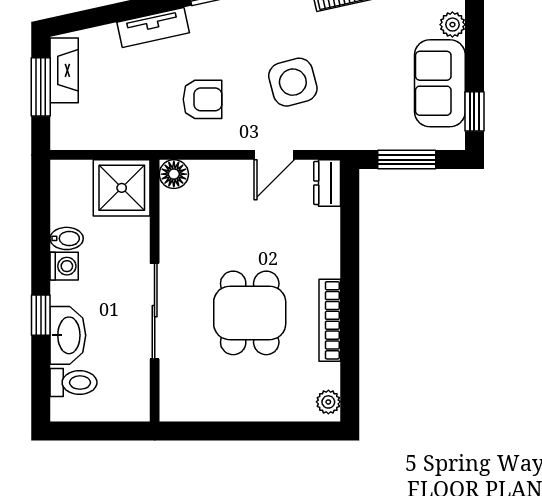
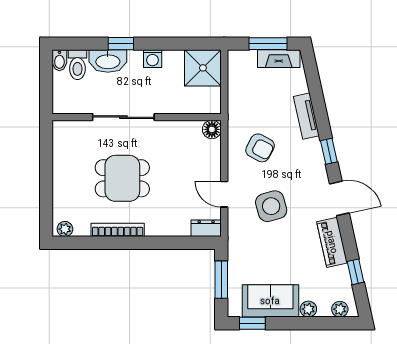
armchair: (202, 99) -> (260, 148), turned -62
shower: (122, 188) -> (203, 68), moved
bidet: (67, 238) -> (59, 60), moved

